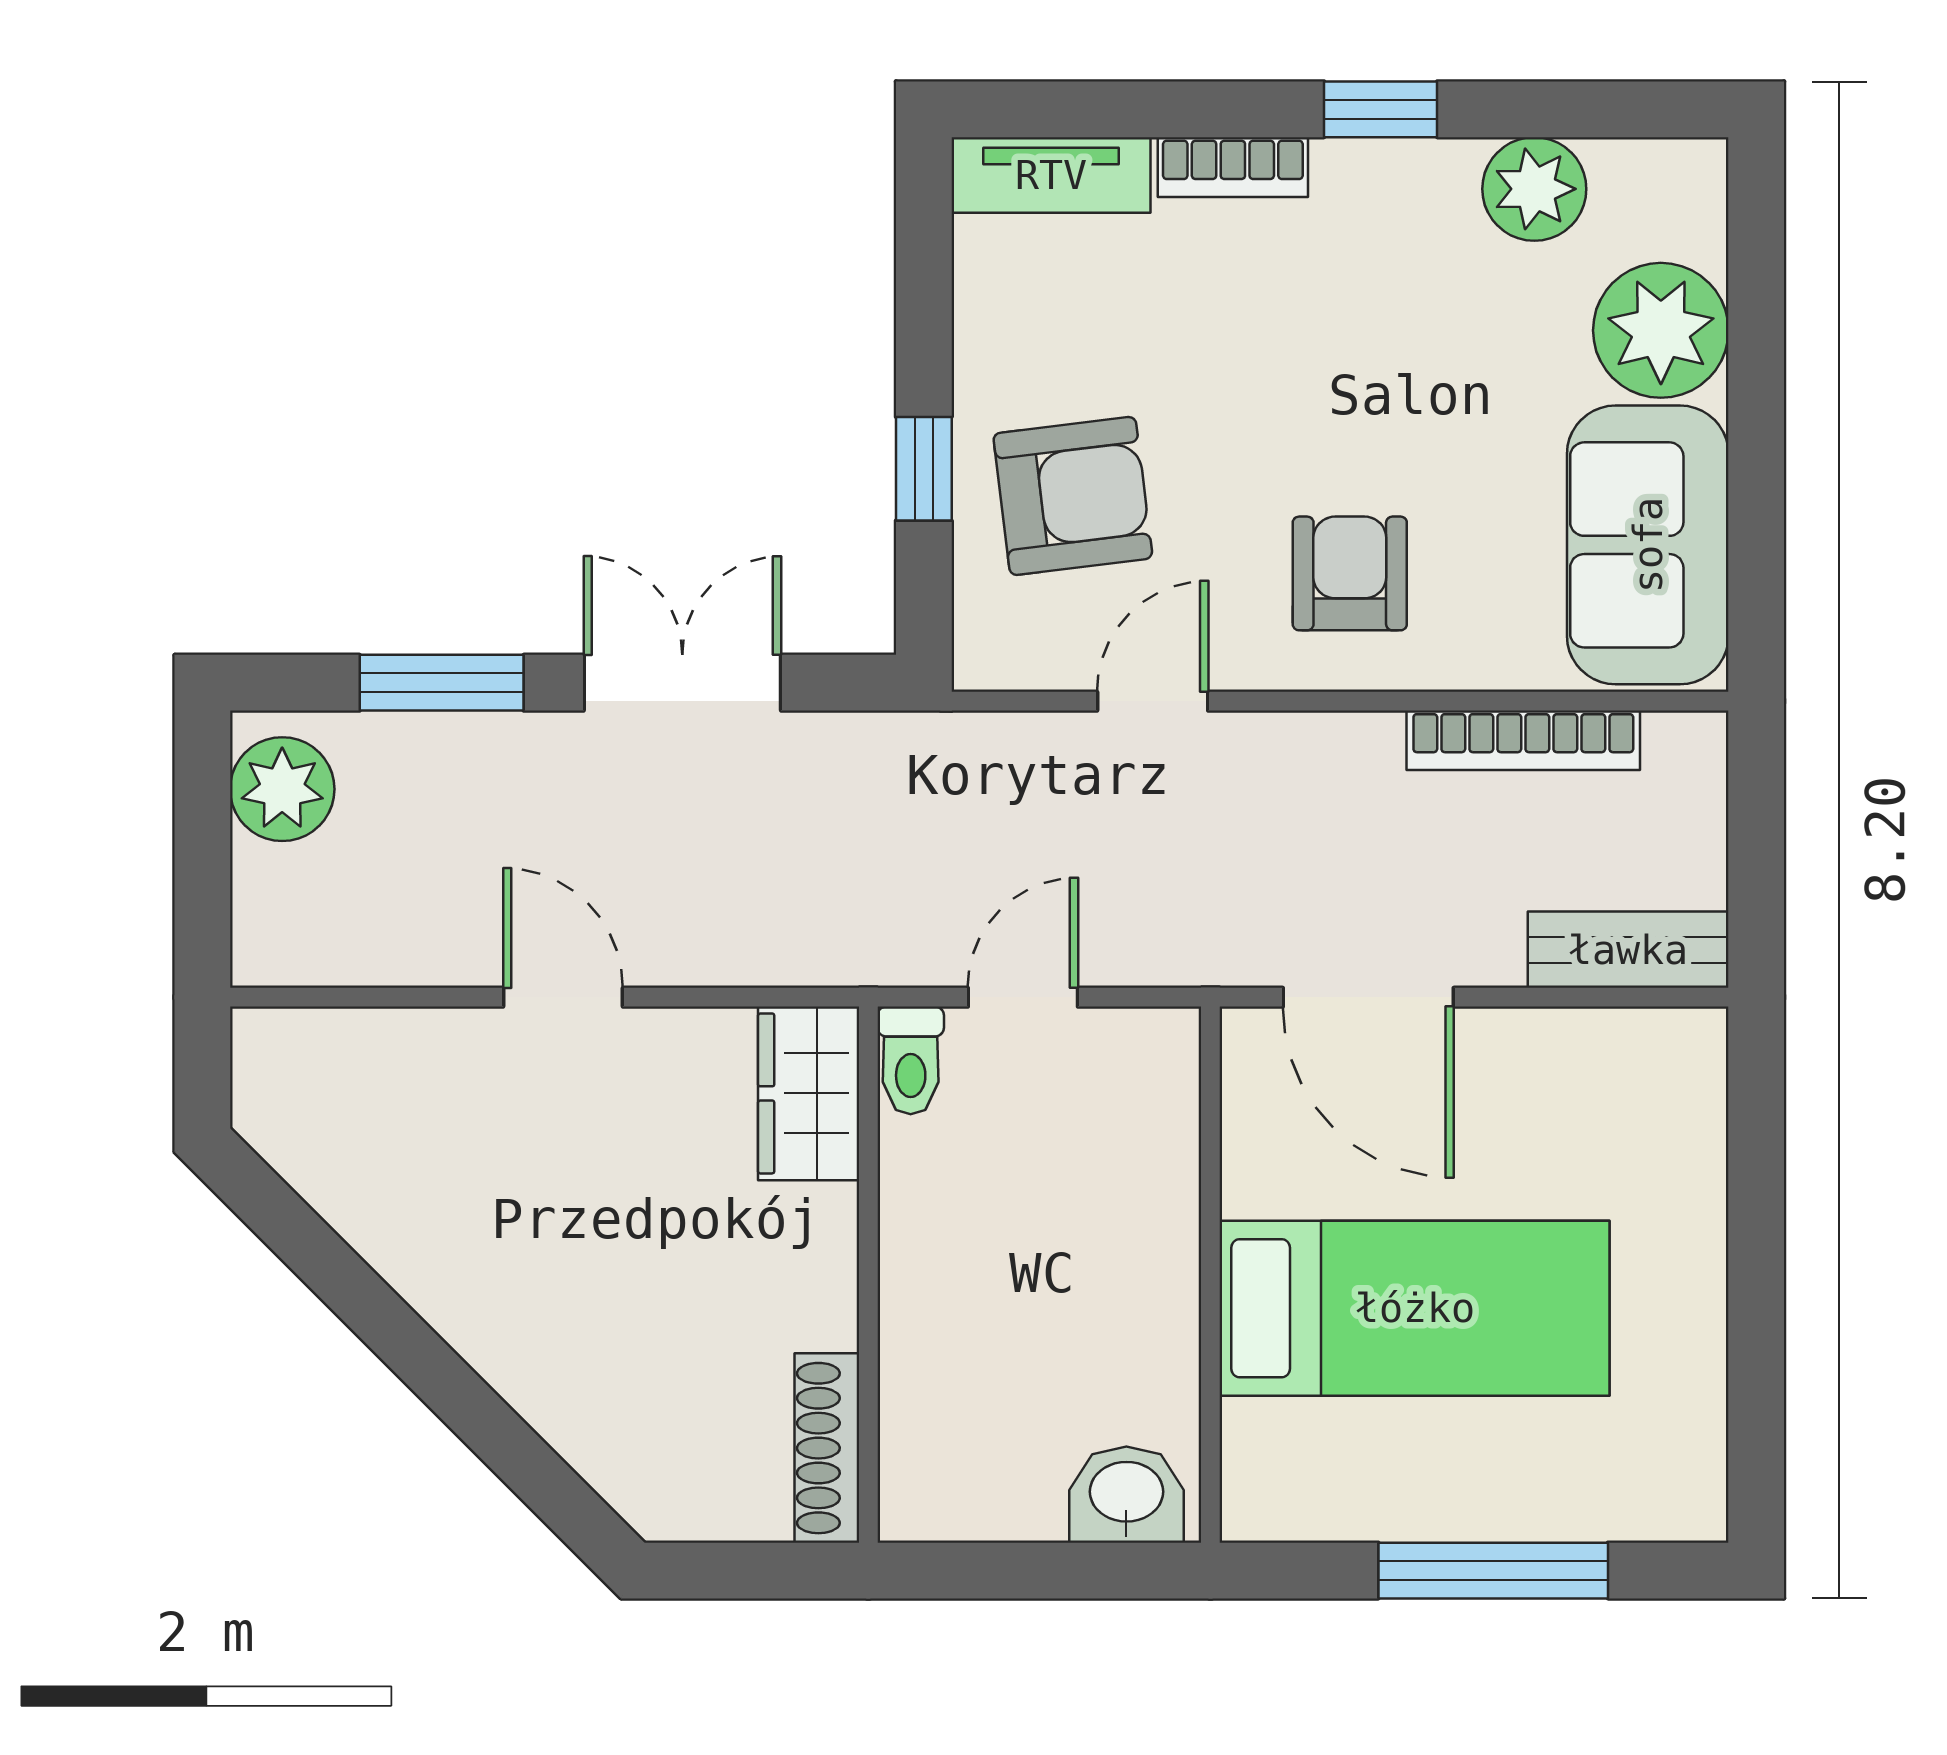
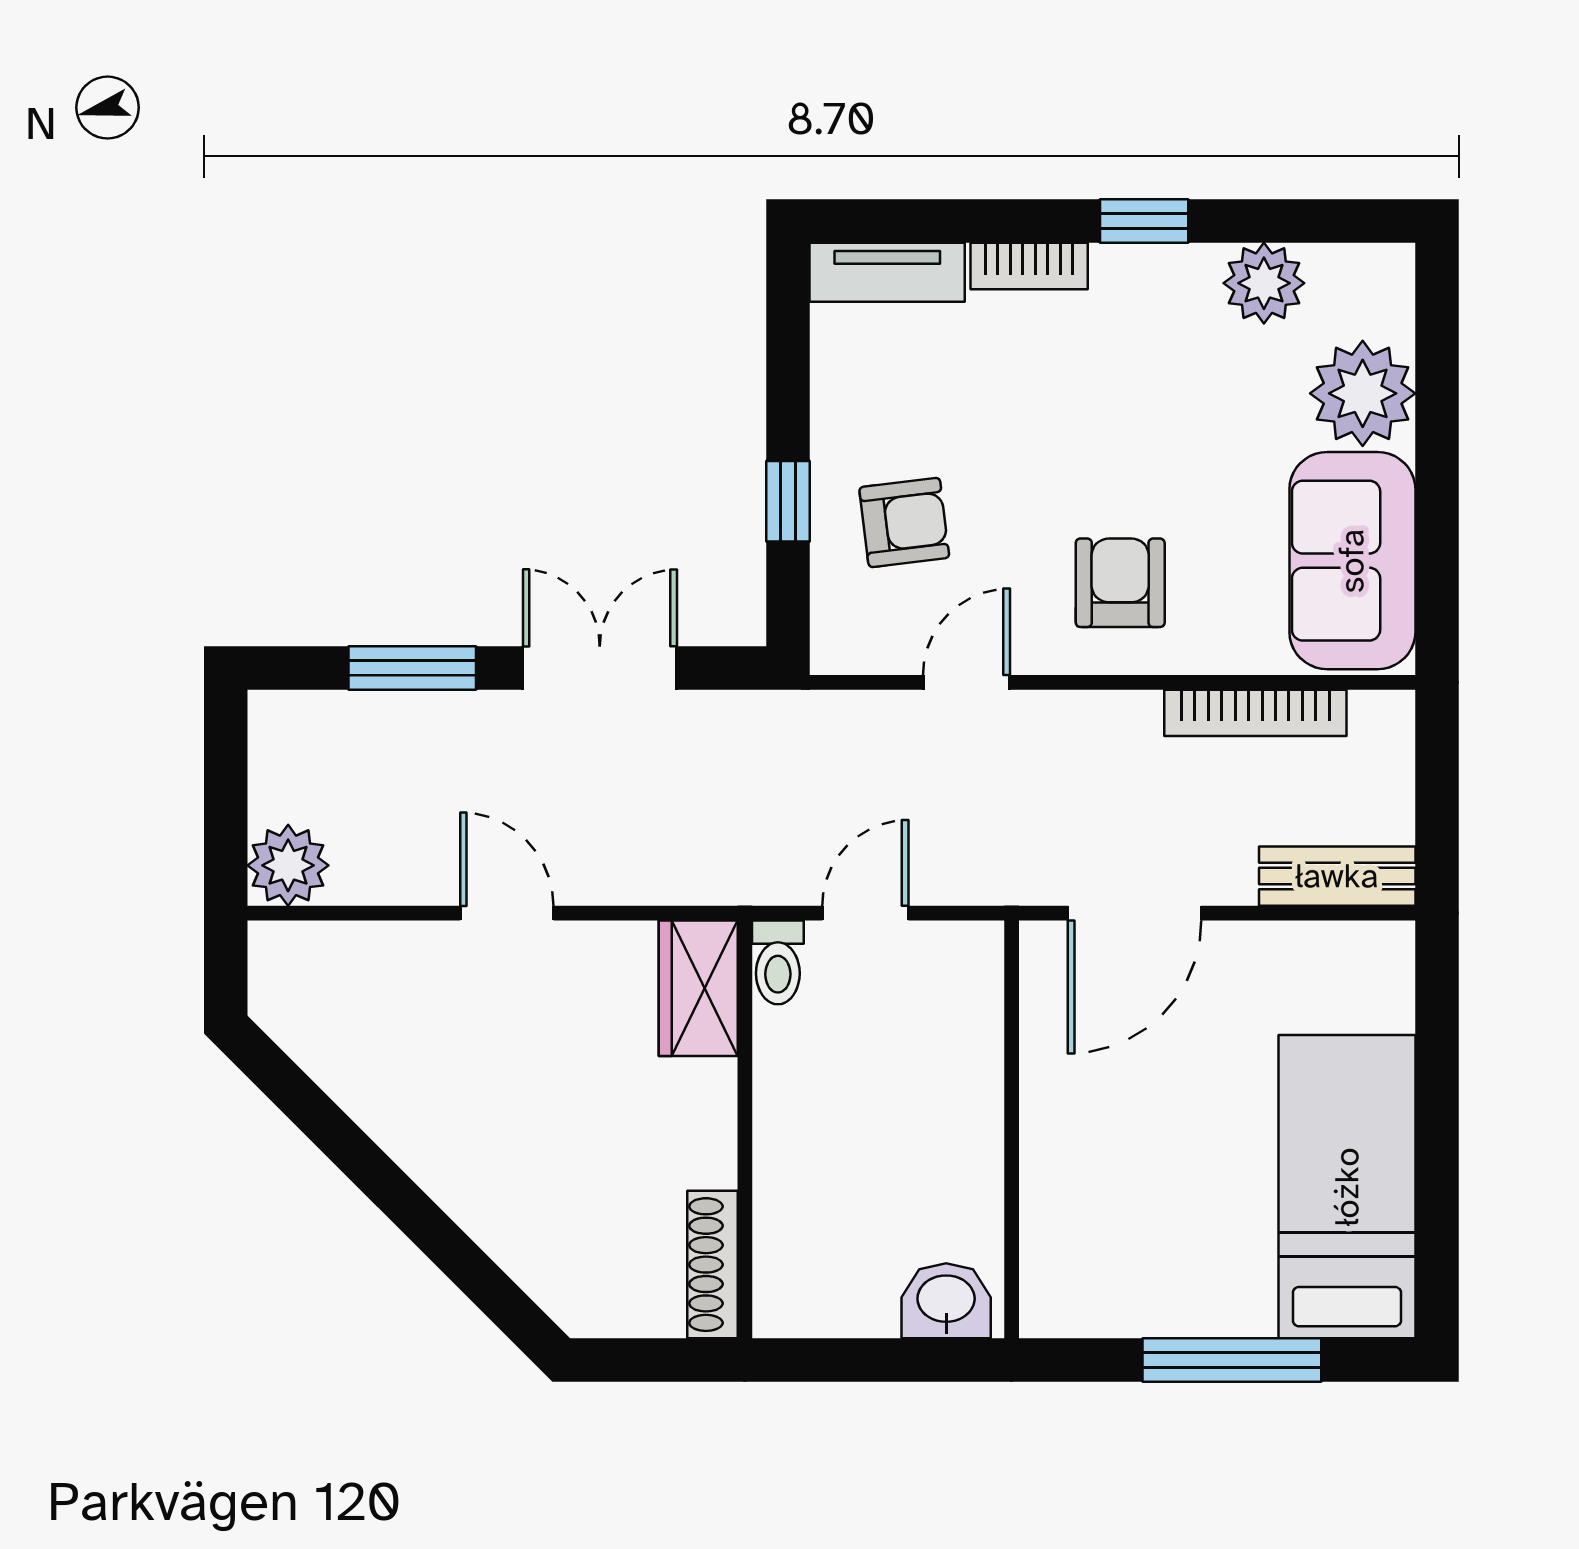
armchair: (1073, 496) -> (904, 522), width x0.72, depth x0.72
plant: (282, 789) -> (288, 865), moved
door: (1368, 997) -> (1135, 913), hinge flipped
bed: (1415, 1308) -> (1347, 1187), moved, turned -90

